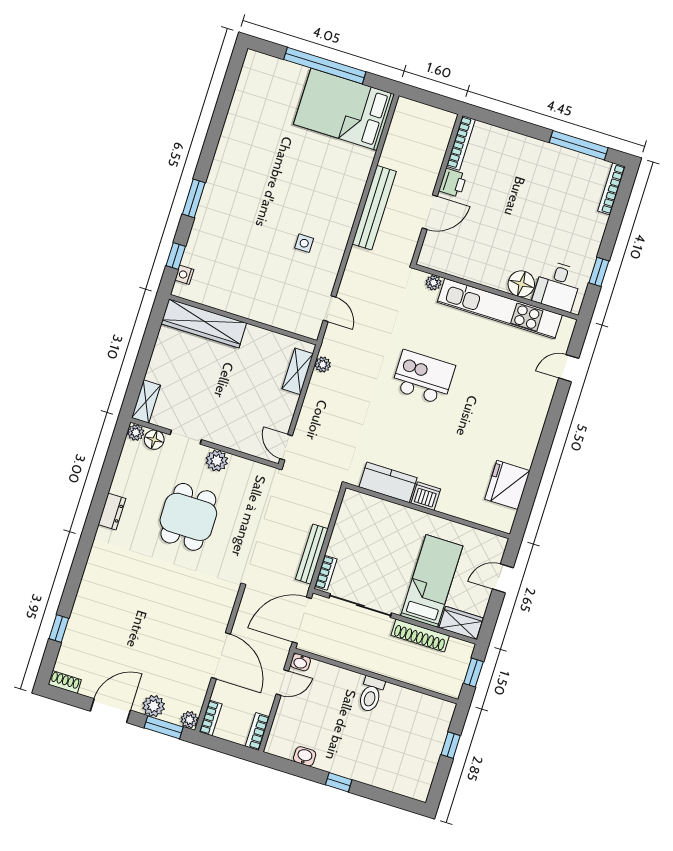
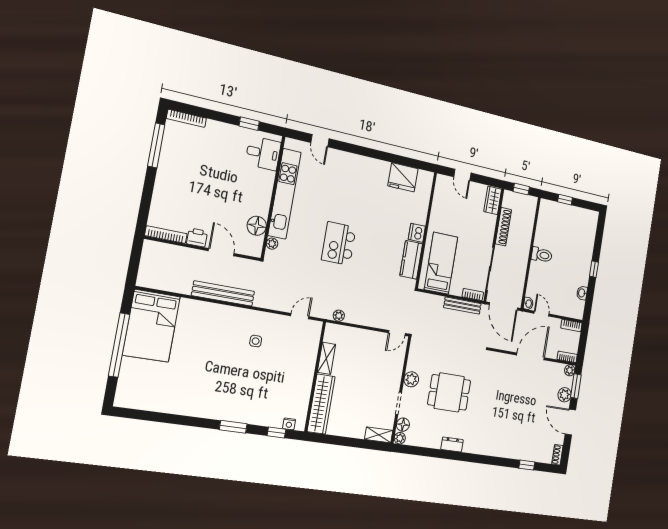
floor lamp: (521, 284) -> (257, 226), moved
shelving: (298, 371) -> (326, 358), moved, turned 90
bed: (432, 581) -> (441, 263), moved, turned 90

